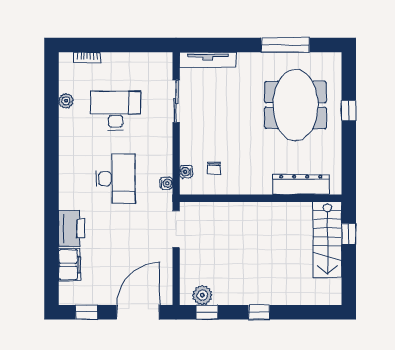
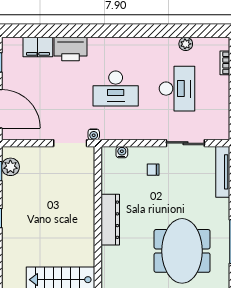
meeting table: (296, 105) -> (182, 251), turned 90
chair: (214, 168) -> (153, 170), moved
water cooler: (166, 183) -> (94, 134), moved
dresser: (301, 185) -> (110, 220), moved

